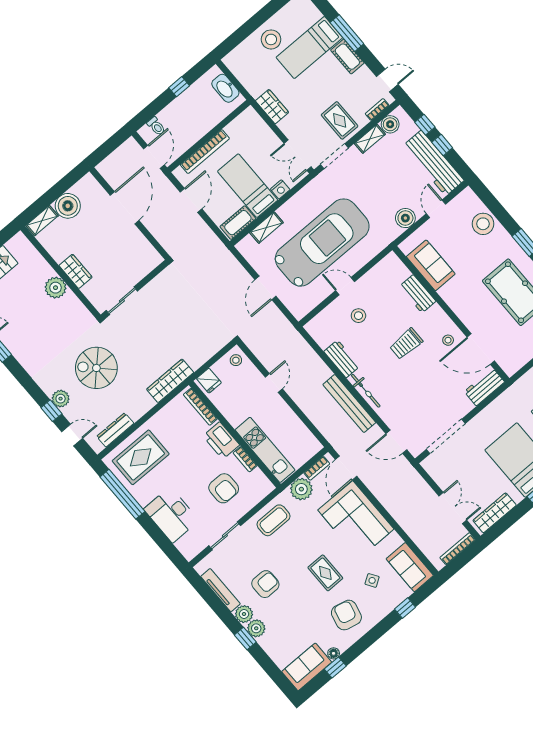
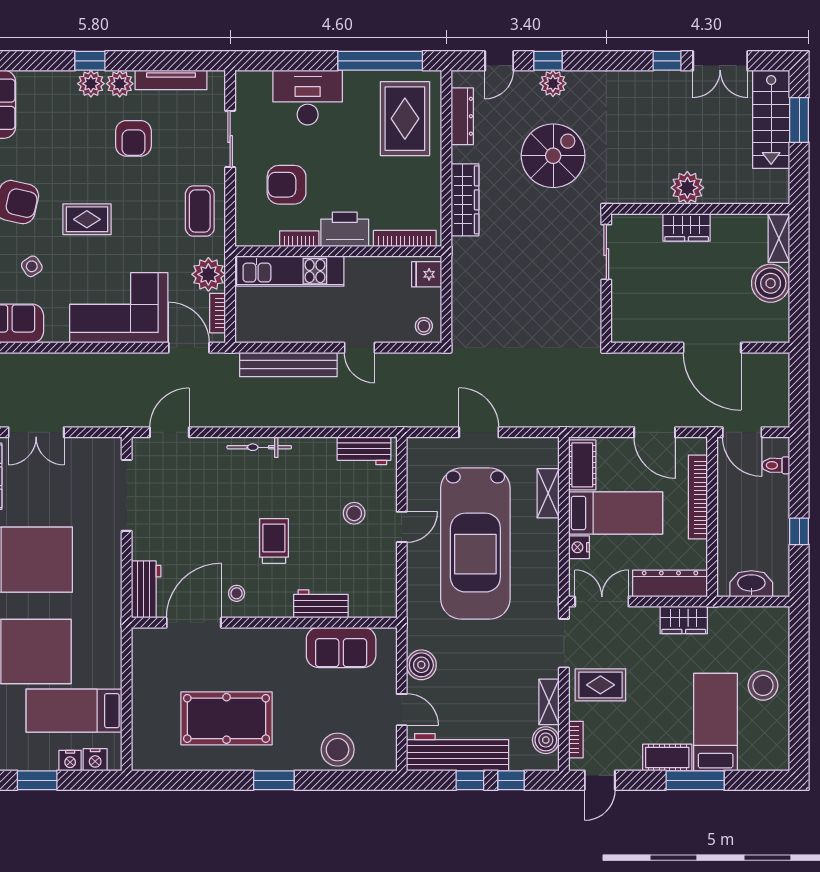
dresser: (260, 129) -> (670, 583), added
workbench: (342, 359) -> (364, 451), moved
wardrobe: (170, 381) -> (465, 200), moved
bench: (349, 403) -> (288, 364), moved

